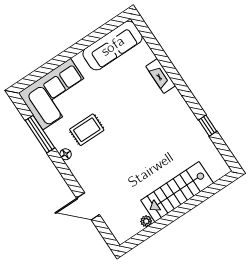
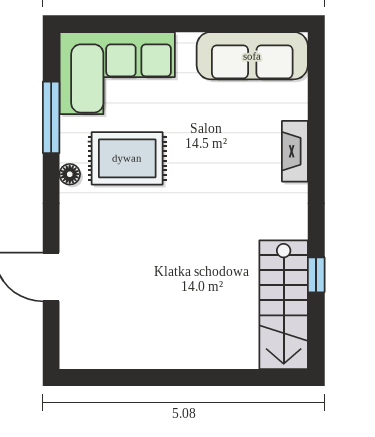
rug: (87, 130) -> (127, 158), width x1.36, depth x1.43
stairs: (177, 192) -> (284, 305), moved, turned -90
plant: (146, 221) -> (125, 359), removed

